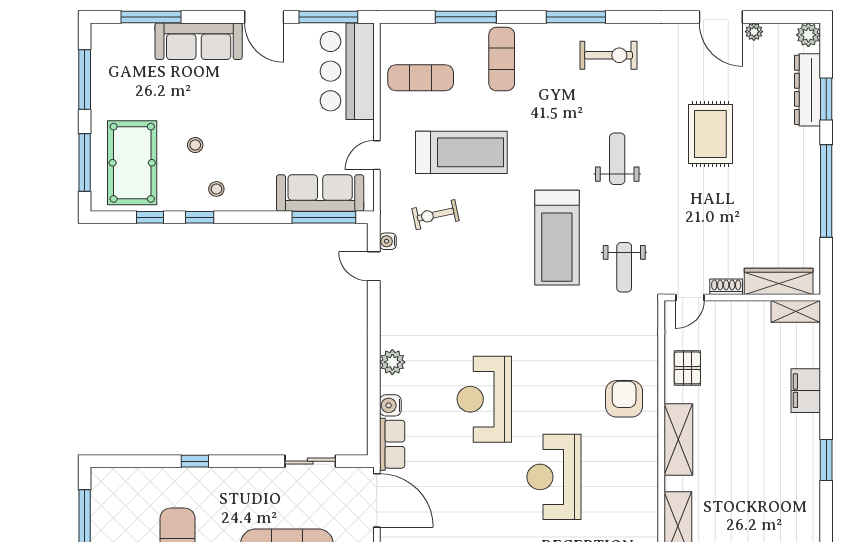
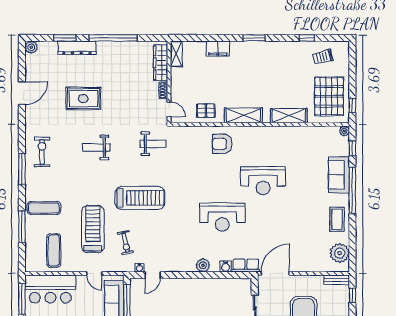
plant: (754, 32) -> (30, 76), removed
dresser: (807, 90) -> (77, 48), moved
treadmill: (557, 238) -> (140, 198), moved

